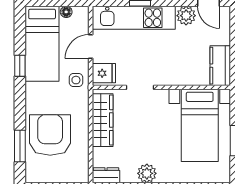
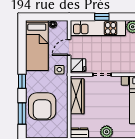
window: (20, 66) -> (22, 81), moved
armchair: (50, 135) -> (42, 106), turned 180

